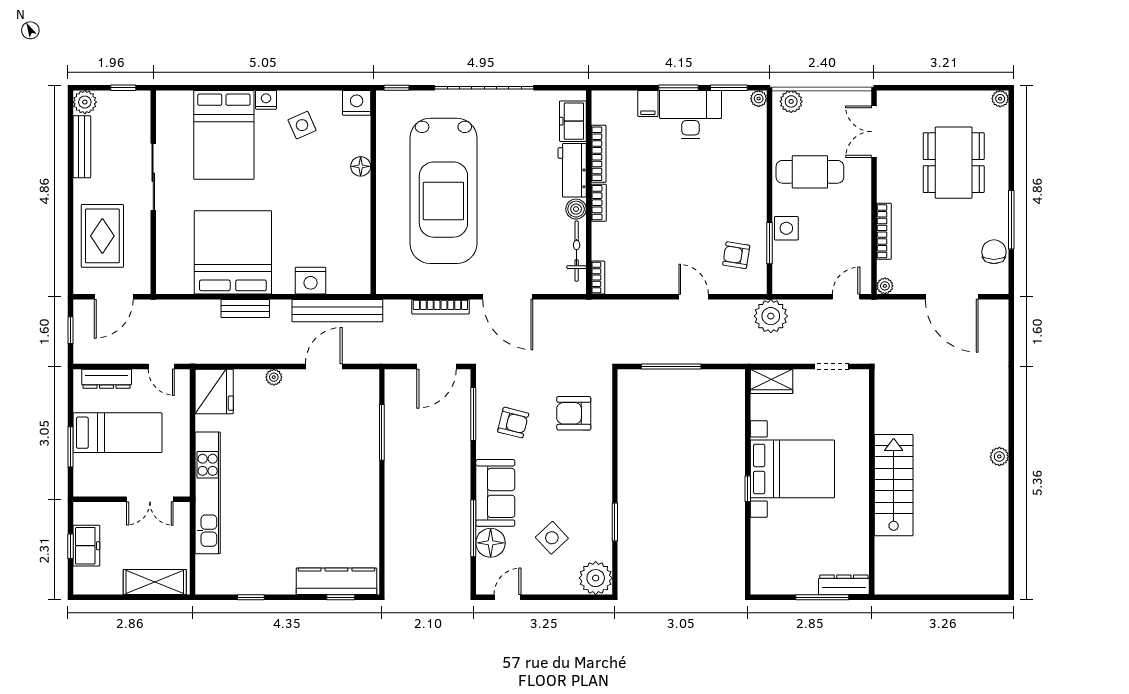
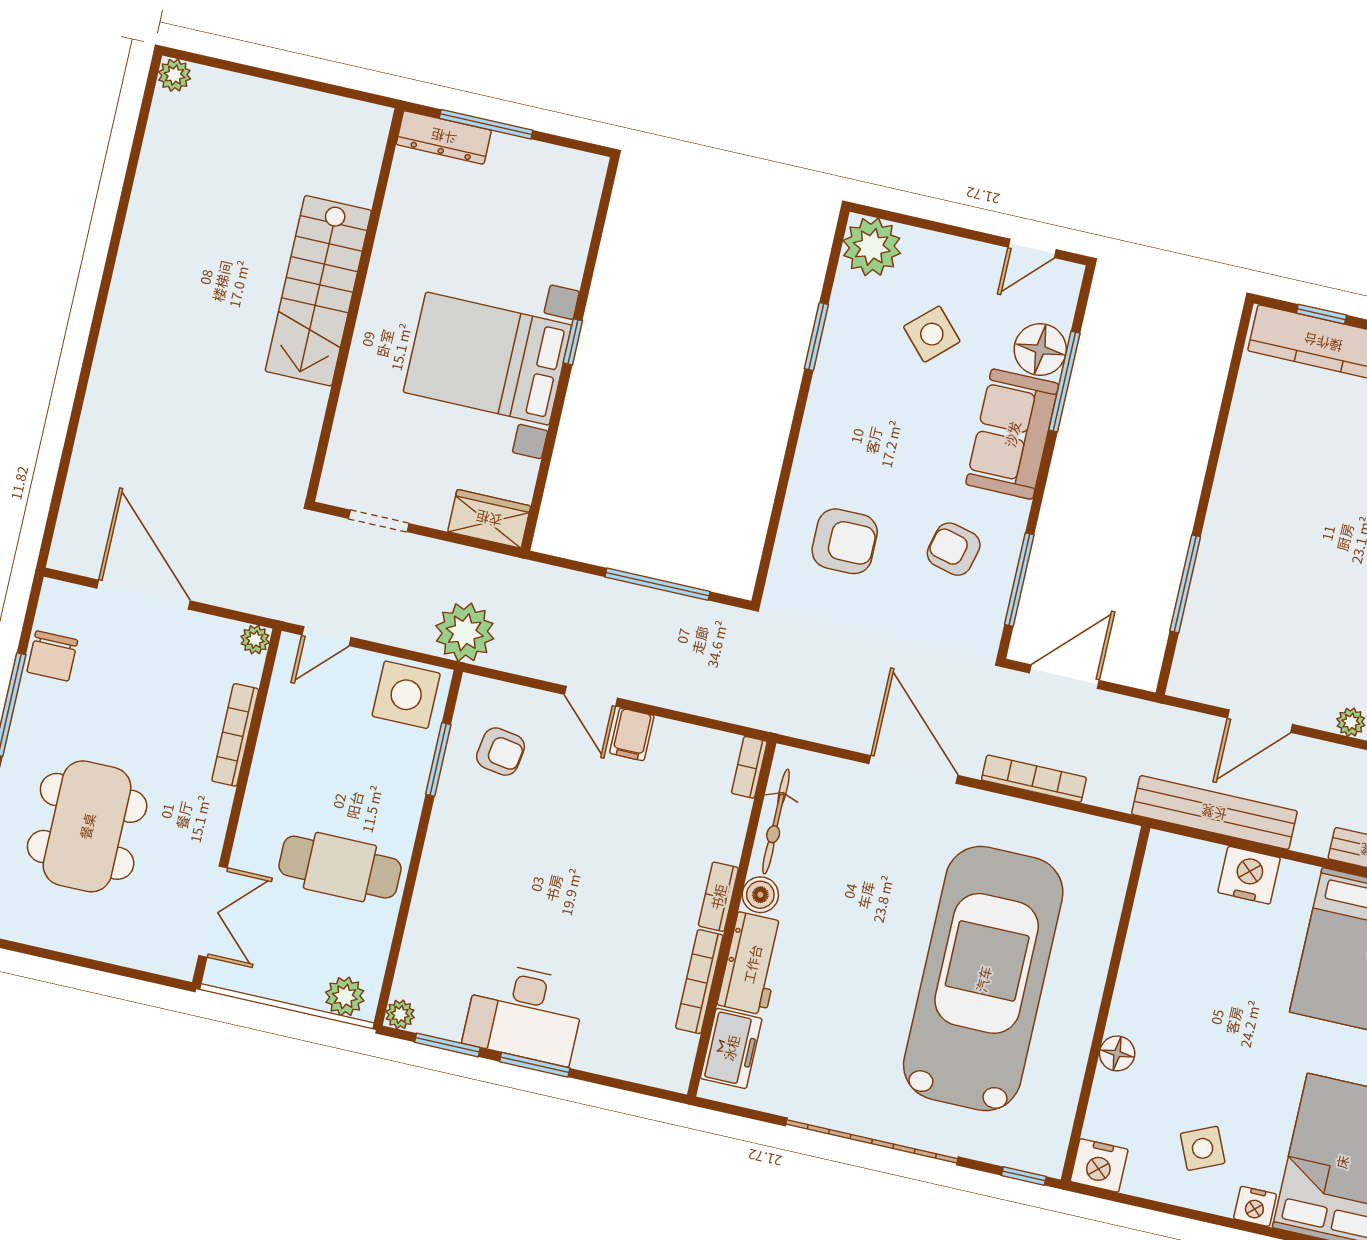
filing cabinet: (648, 104) -> (632, 734), moved, turned 180
side table: (786, 228) -> (406, 695), moved, width x1.37, depth x1.37
plant: (999, 456) -> (174, 75), moved

